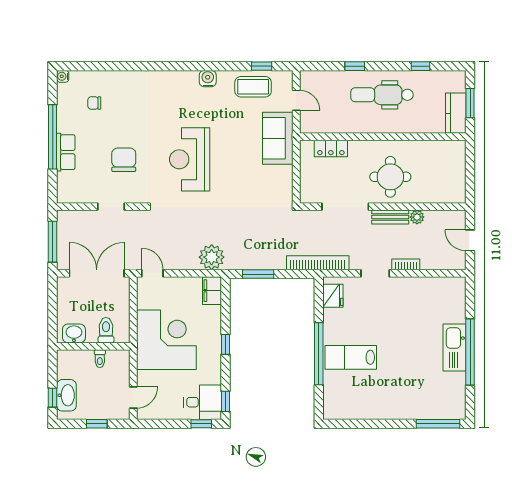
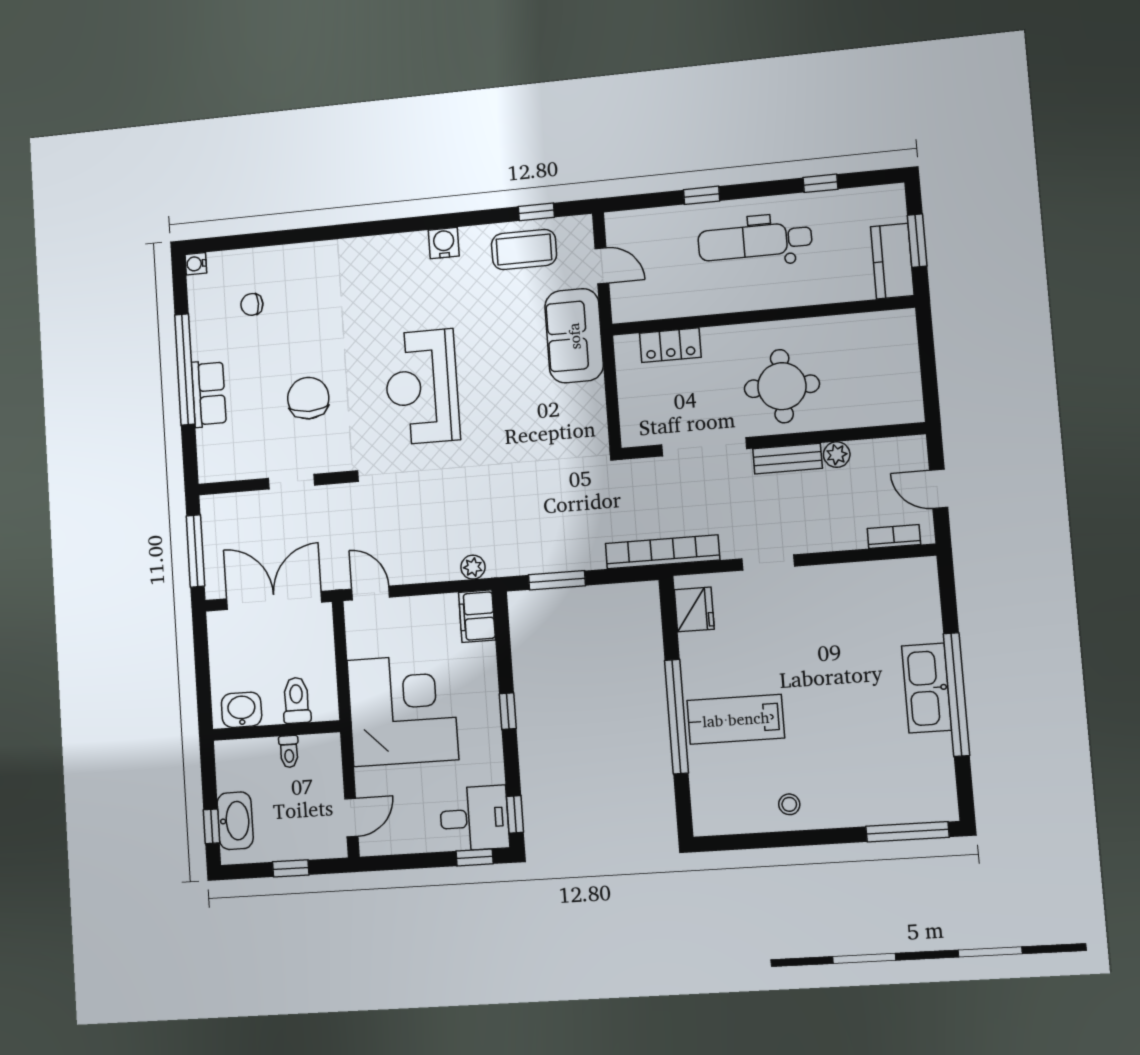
plant: (212, 257) -> (473, 567), width x0.53, depth x0.53
bookcase: (406, 264) -> (894, 536), moved
stool: (376, 405) -> (789, 804), added

